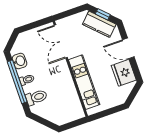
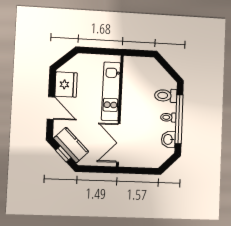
double door: (61, 41) -> (118, 143), swing flipped

